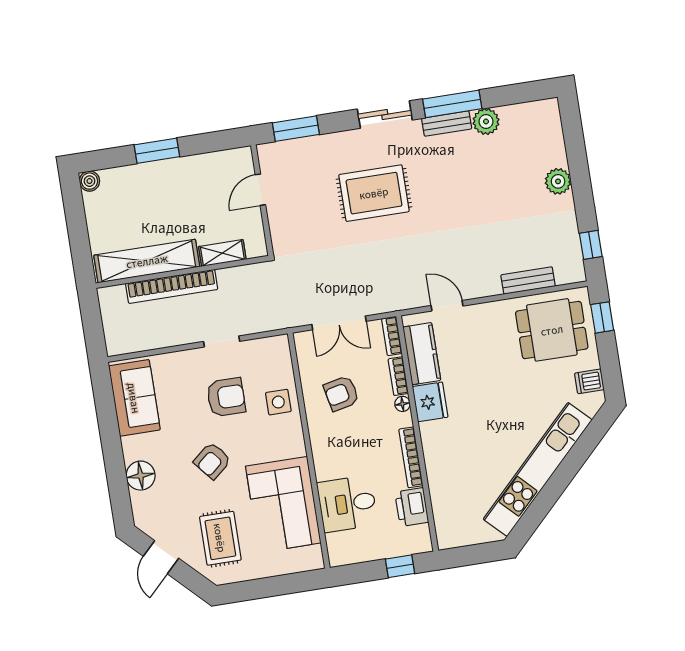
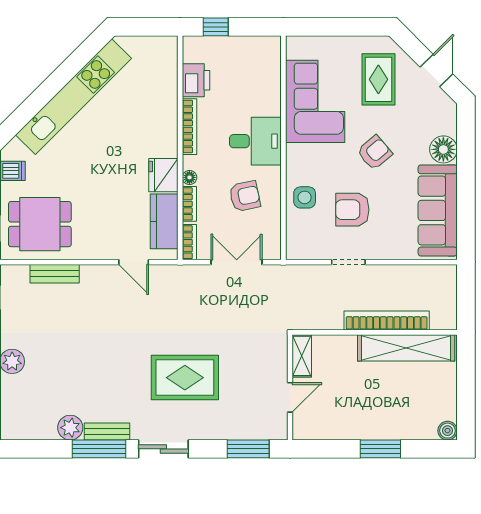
shelving: (222, 253) -> (302, 356), moved, turned 90
sofa: (134, 398) -> (438, 210), width x1.36
desk: (347, 504) -> (255, 141), moved

